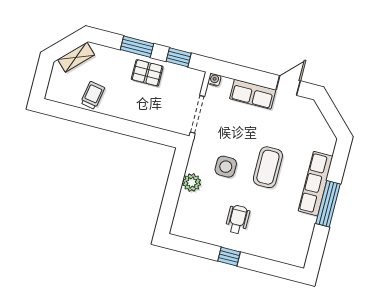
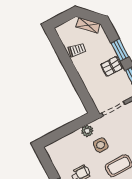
pallet: (147, 73) -> (112, 66), turned 90
plant: (192, 182) -> (87, 131), moved

